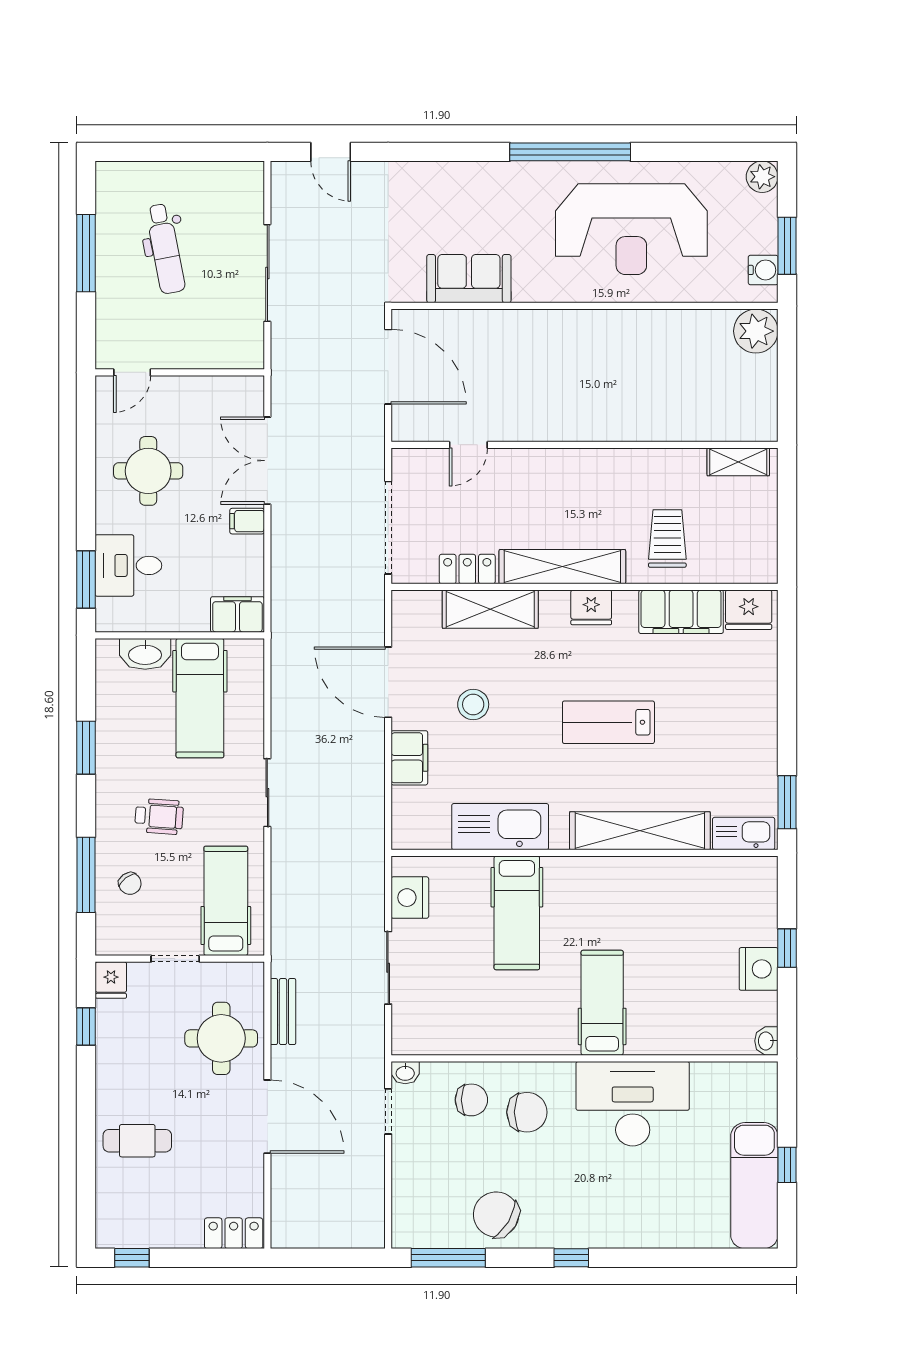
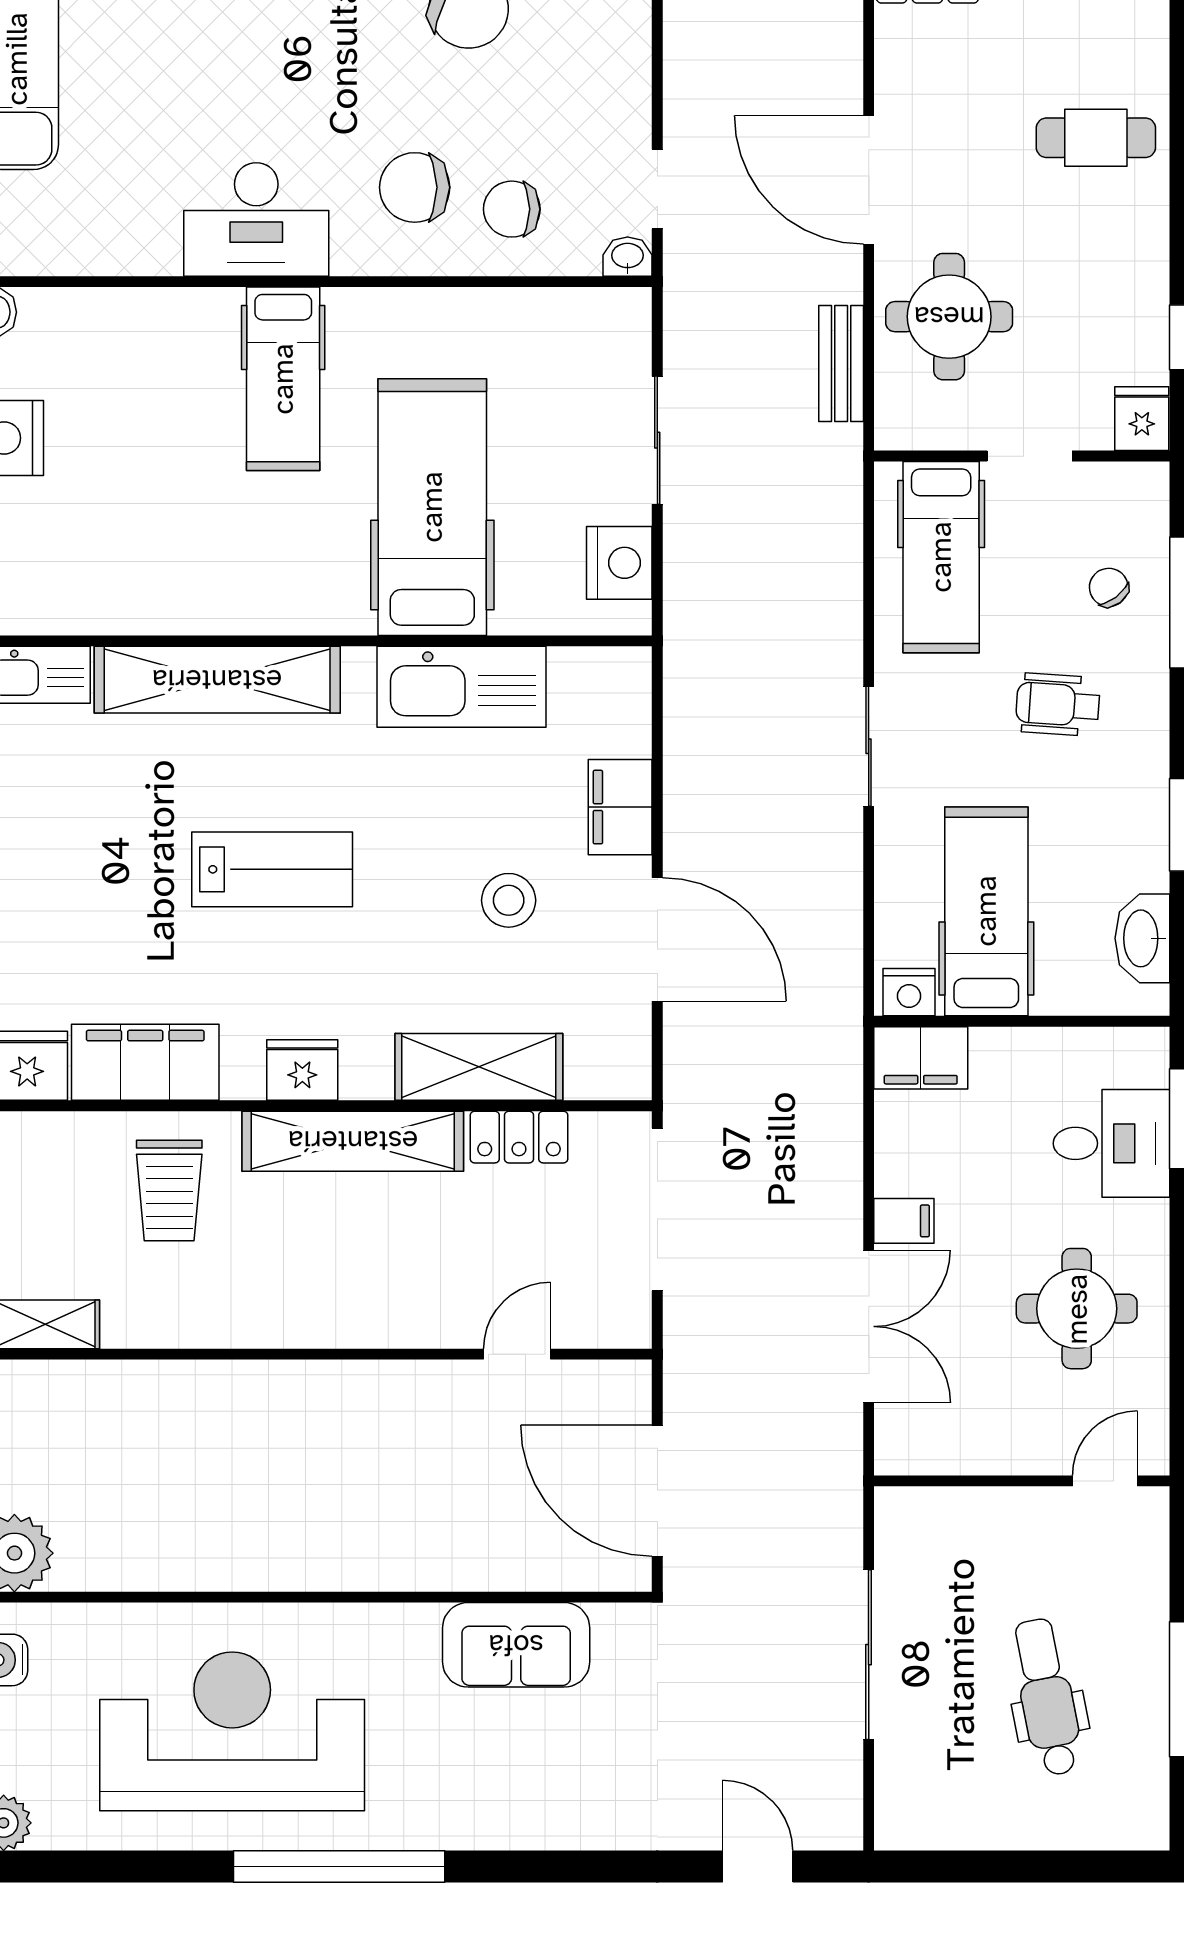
nightstand: (244, 652) -> (909, 992), added
washbasin: (145, 654) -> (1142, 938), moved, turned -90
hospital bed: (517, 913) -> (432, 507), width x1.37, depth x1.29
desk: (633, 1104) -> (256, 219), width x0.73, depth x0.77

